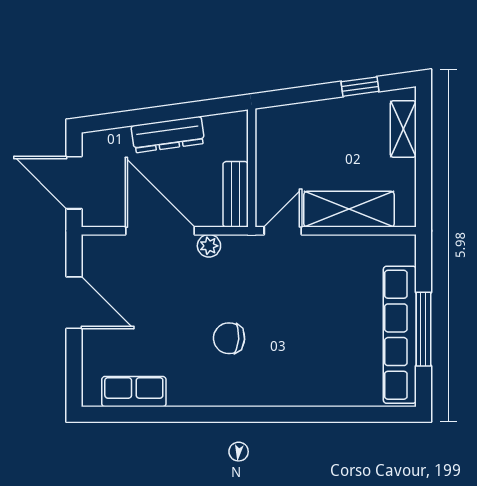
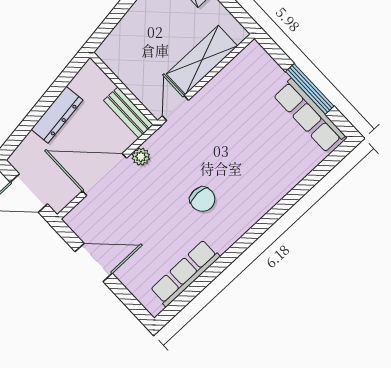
row of seats: (400, 335) -> (309, 116), width x0.73
chair: (229, 338) -> (202, 199), turned -94
row of seats: (134, 392) -> (185, 273), width x1.48

